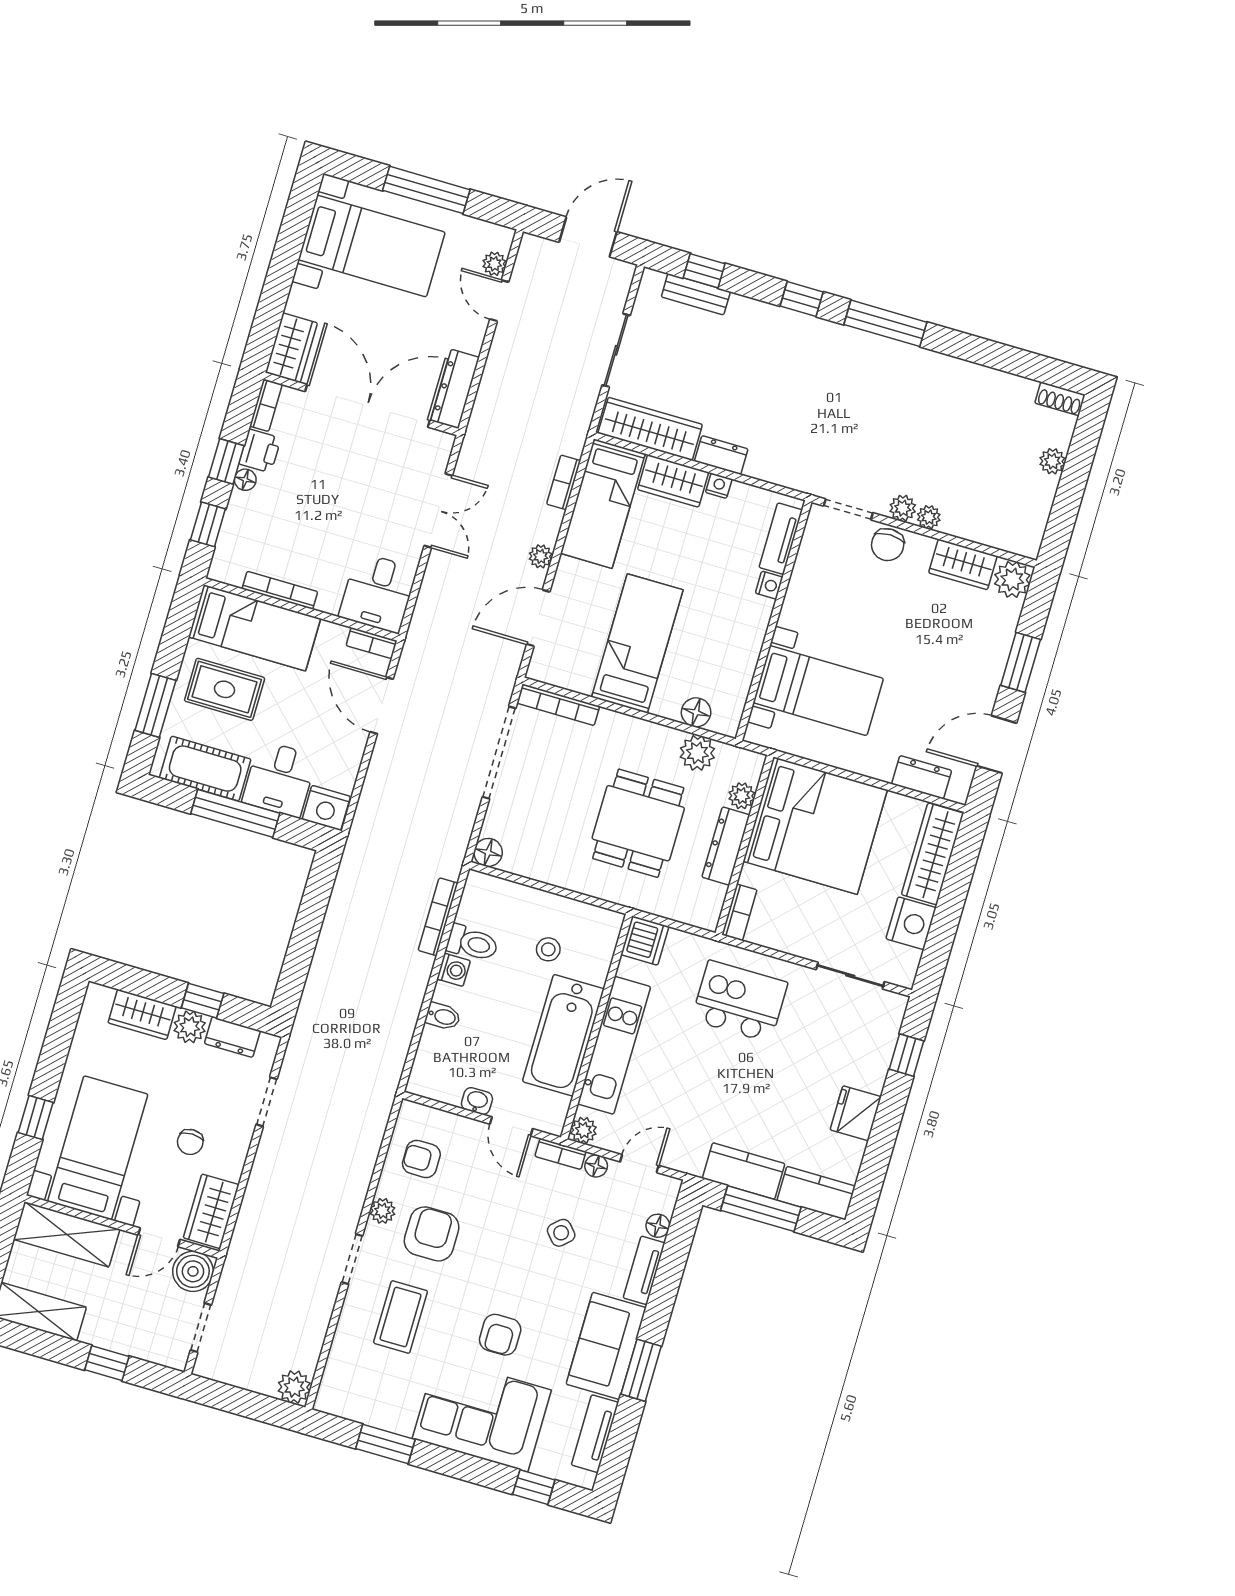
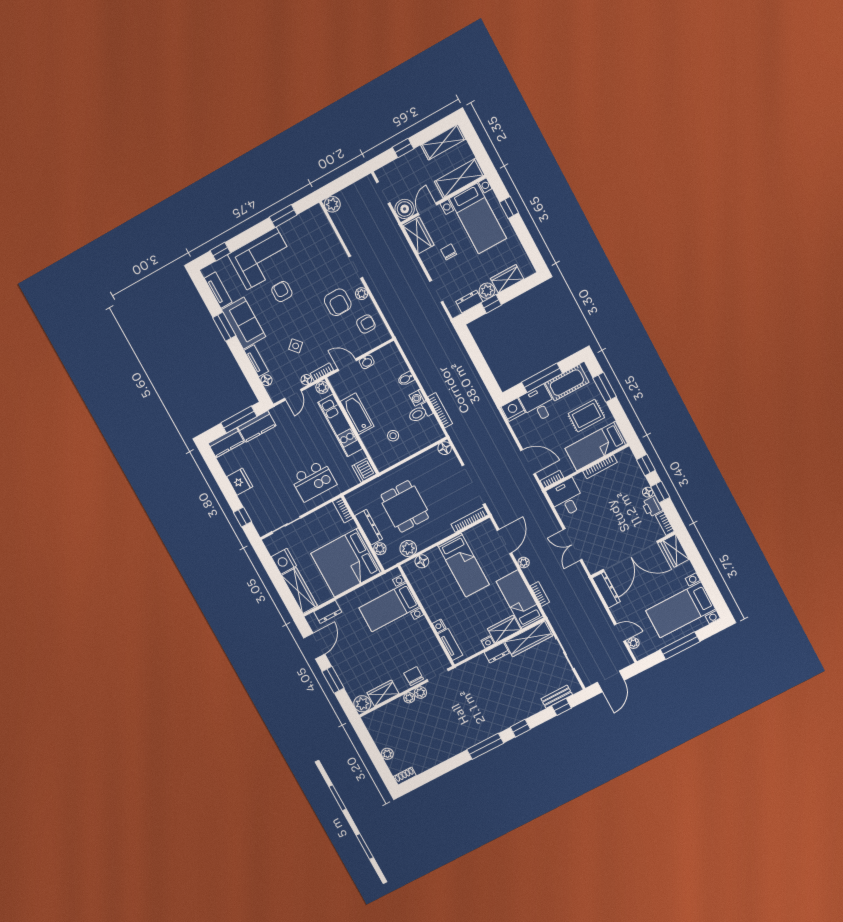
bathtub: (563, 1035) -> (357, 414), width x0.73, depth x0.73
coffee table: (401, 1317) -> (320, 264), removed

